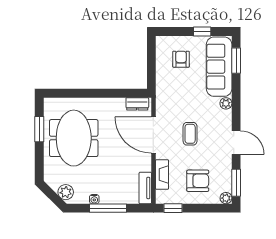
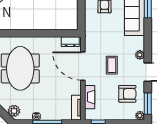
plant: (226, 103) -> (140, 55), moved
armchair: (198, 181) -> (127, 94), moved

